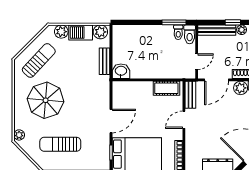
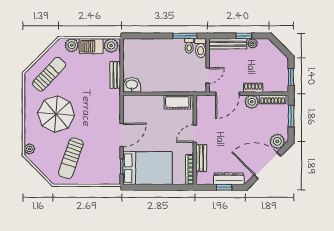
bench: (190, 95) -> (201, 158), moved
sun lounger: (60, 144) -> (71, 158), turned -71

